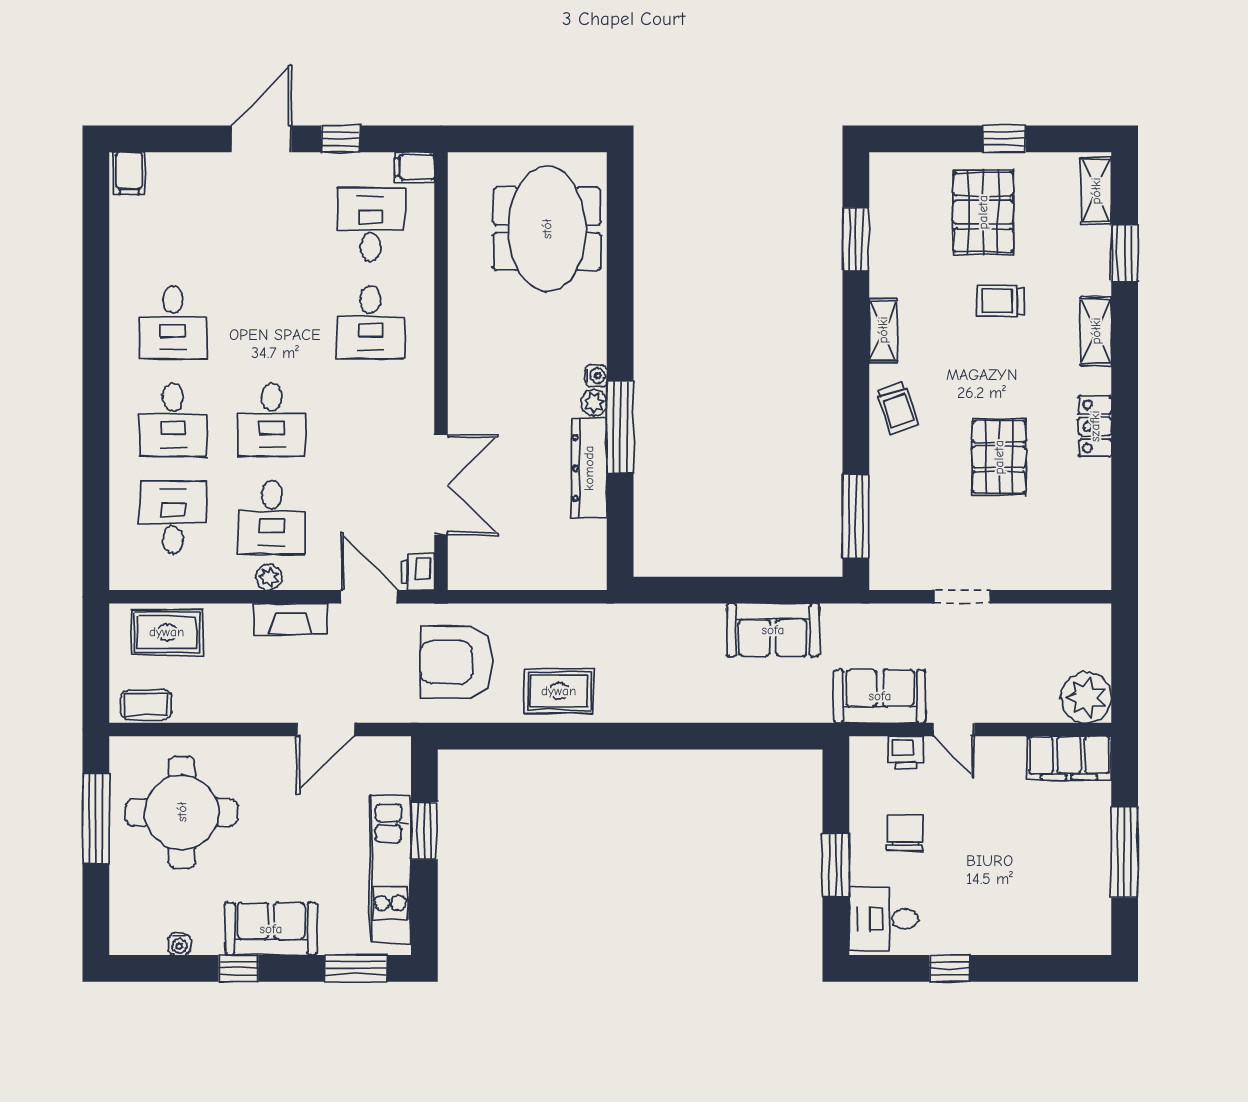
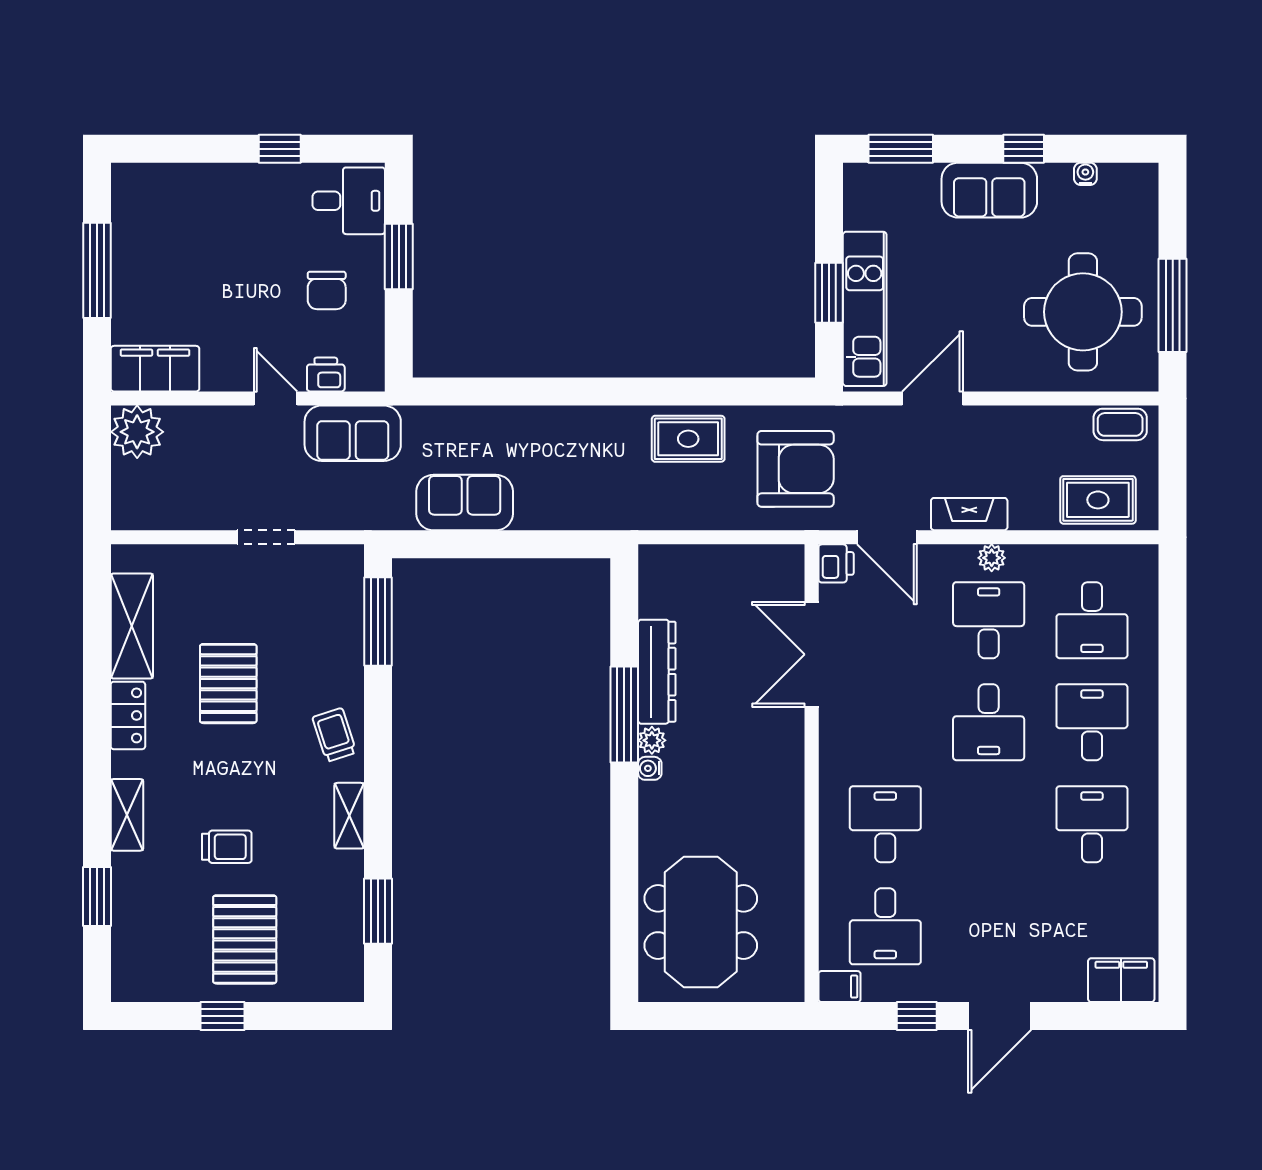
filing cabinet: (129, 173) -> (1121, 980), width x2.00
shelving: (1096, 191) -> (132, 626), moved, width x1.50, depth x1.33
desk: (272, 420) -> (989, 722), turned 180
kitchen unit: (390, 869) -> (865, 309), moved

